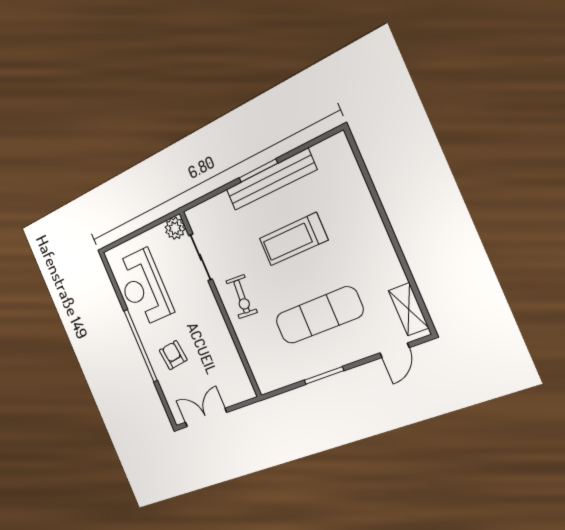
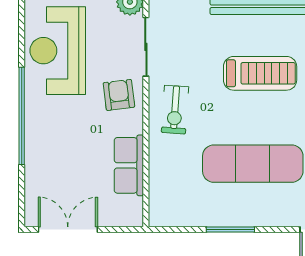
treadmill: (293, 239) -> (260, 73), turned 180
row of seats: (227, 353) -> (129, 165), added
armchair: (173, 355) -> (119, 95), moved

